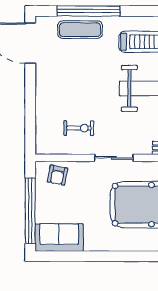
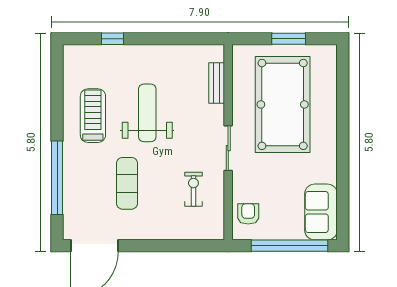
exercise mat: (80, 30) -> (127, 183), moved
armchair: (57, 175) -> (248, 214), turned -101

